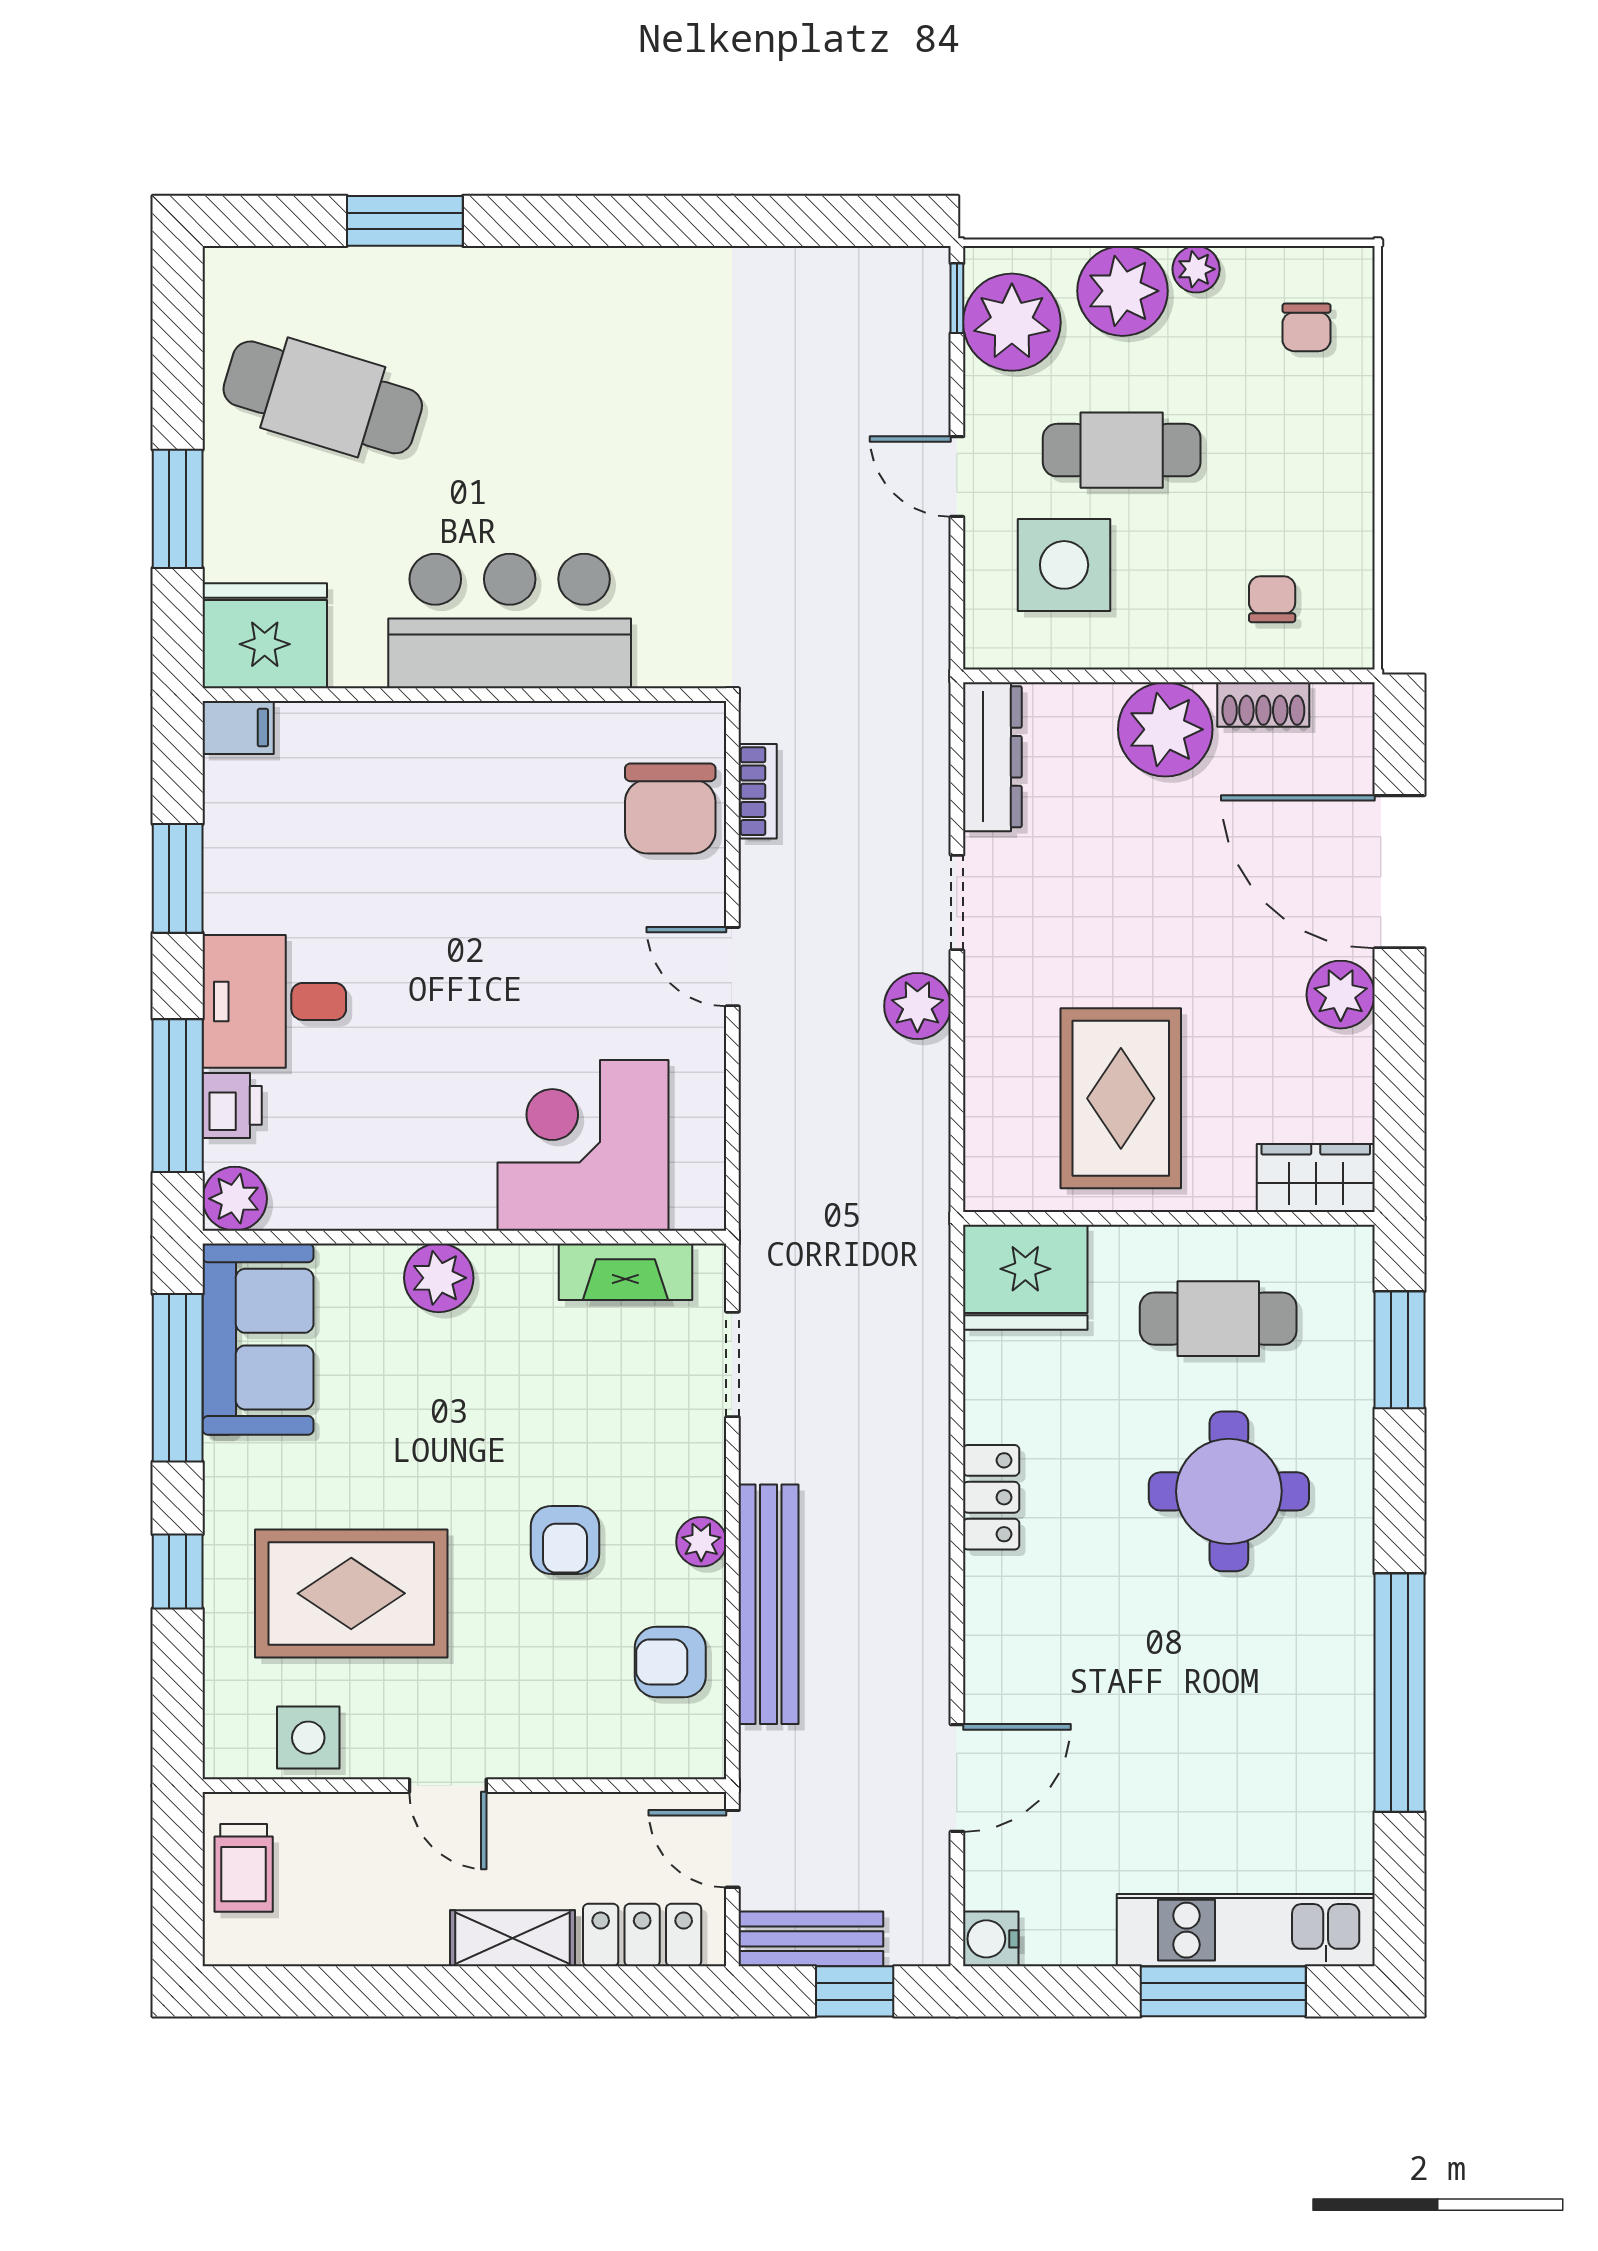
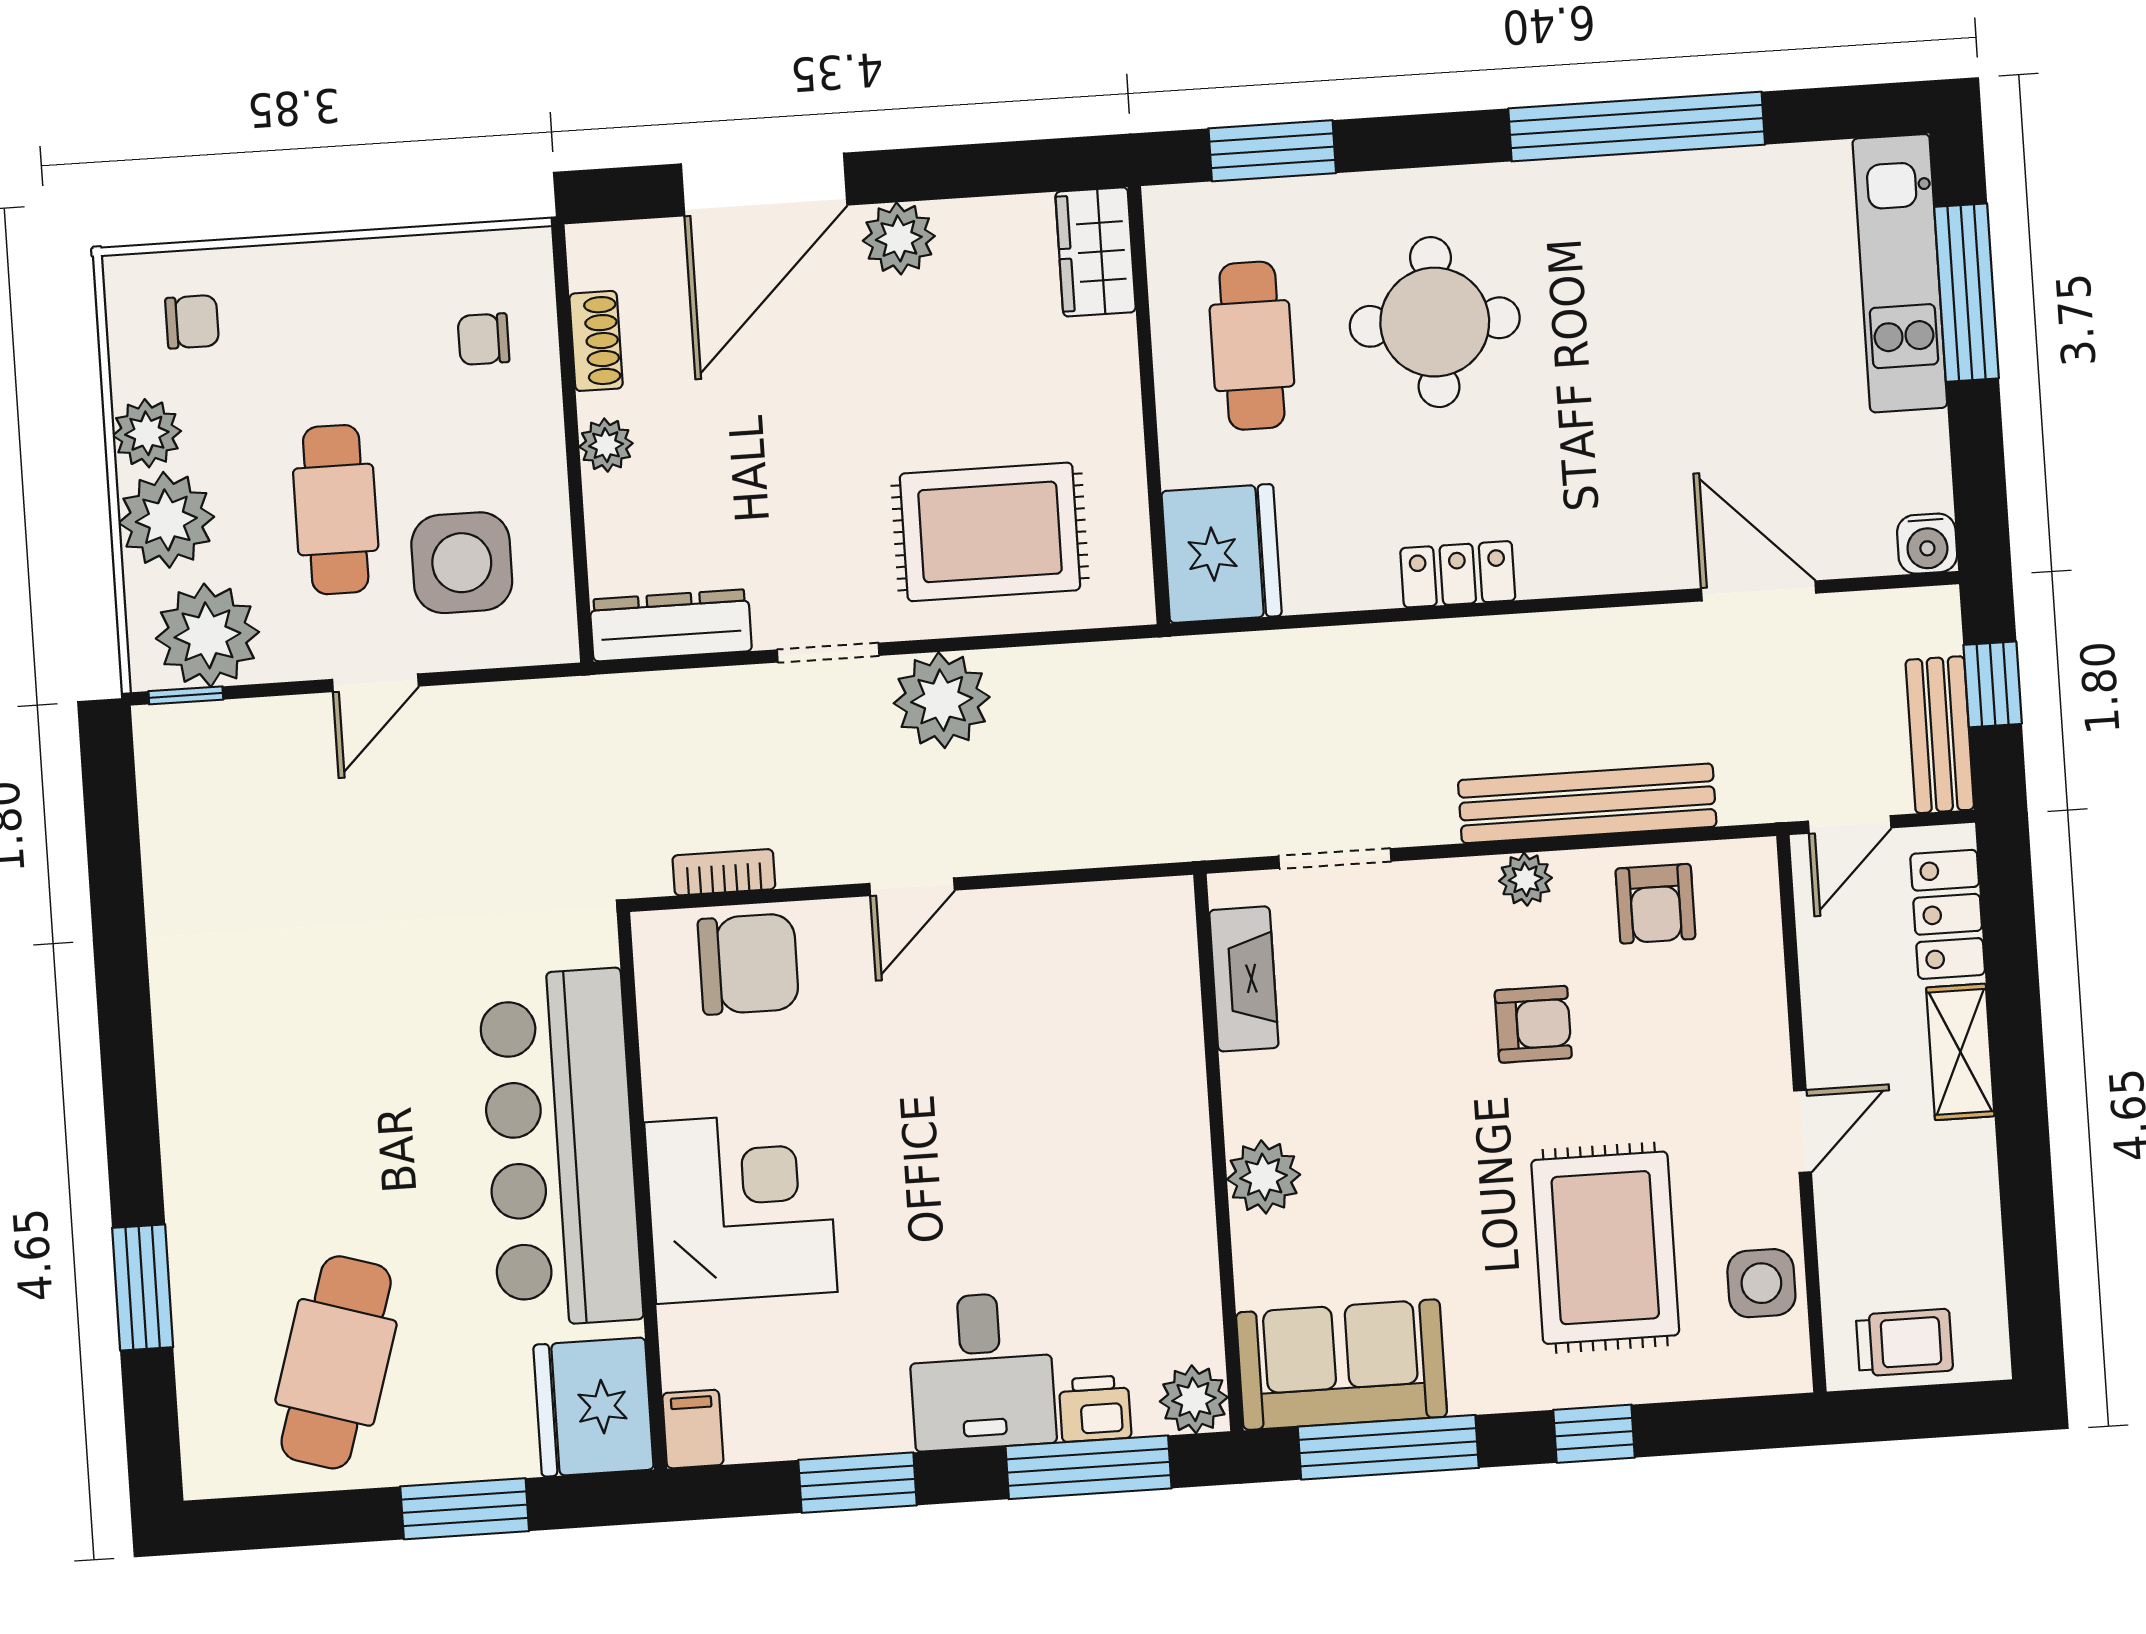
plant: (1196, 269) -> (147, 433), width x1.38, depth x1.38
bar counter: (510, 621) -> (561, 1148), width x1.36
plant: (1165, 729) -> (606, 445), width x0.53, depth x0.53
plant: (917, 1006) -> (942, 700), width x1.36, depth x1.36
rug: (1121, 1098) -> (990, 532), moved
corner desk: (583, 1145) -> (741, 1207), moved, turned 180

